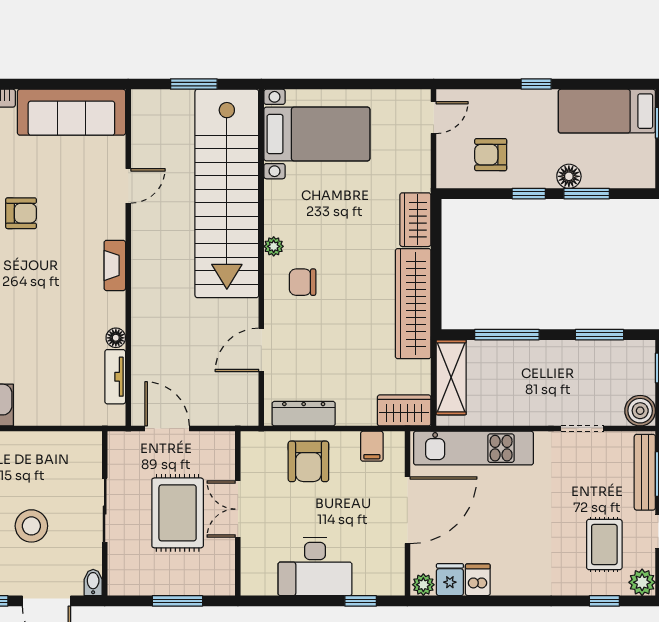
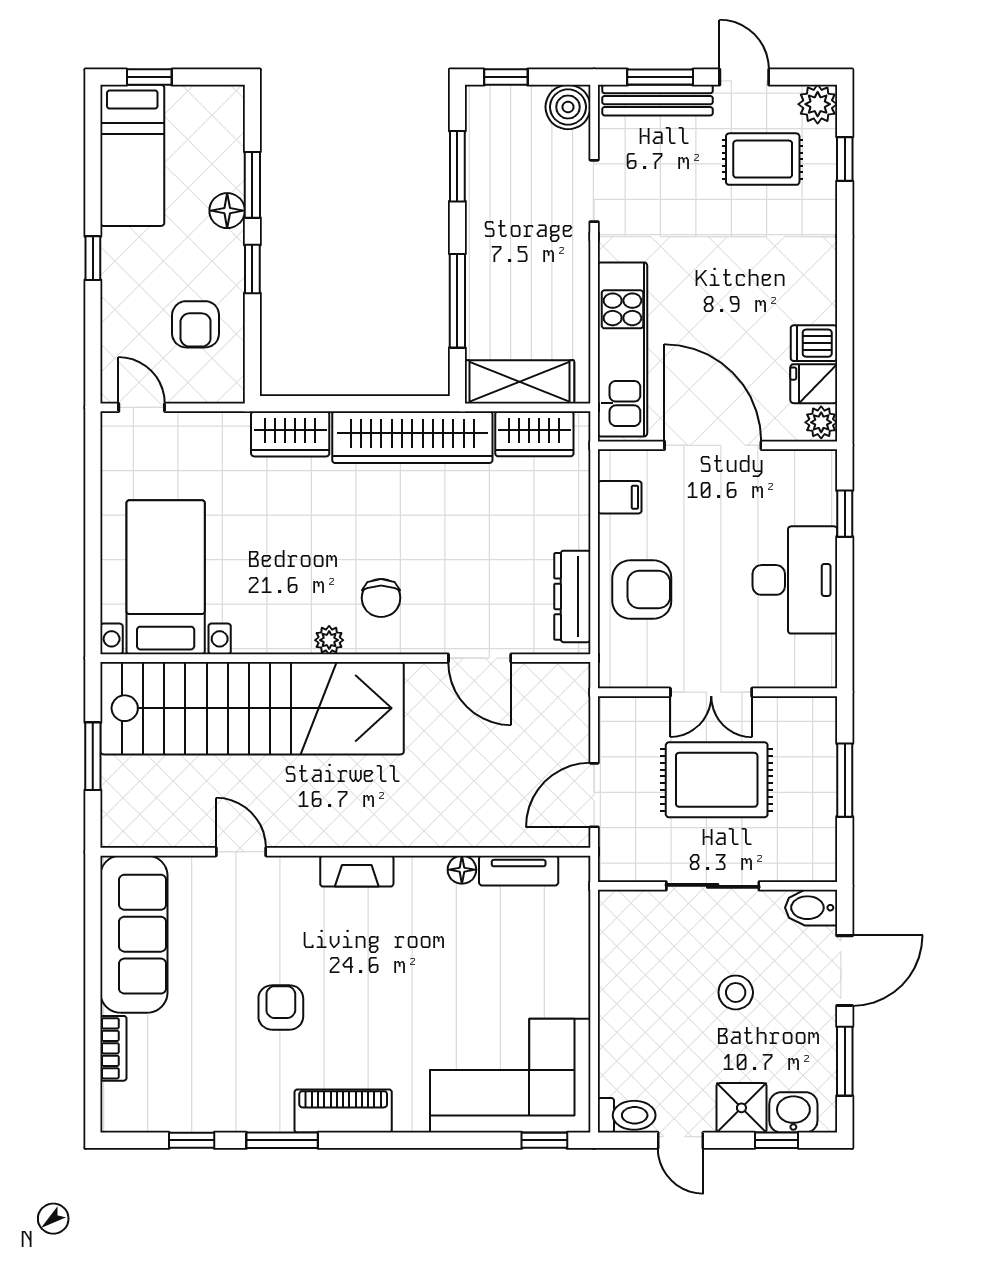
wardrobe: (404, 410) -> (534, 434), moved, turned -90
stool: (31, 526) -> (736, 992), width x0.73, depth x0.73
bidet: (93, 583) -> (811, 908), width x1.38, depth x1.36

